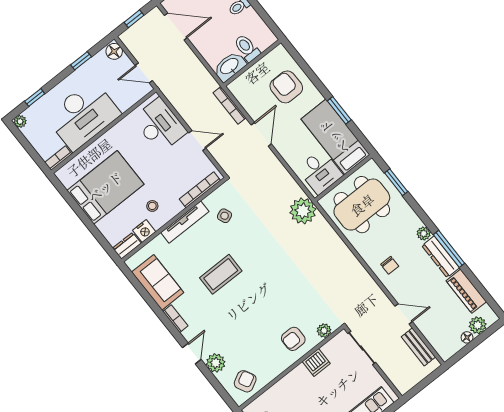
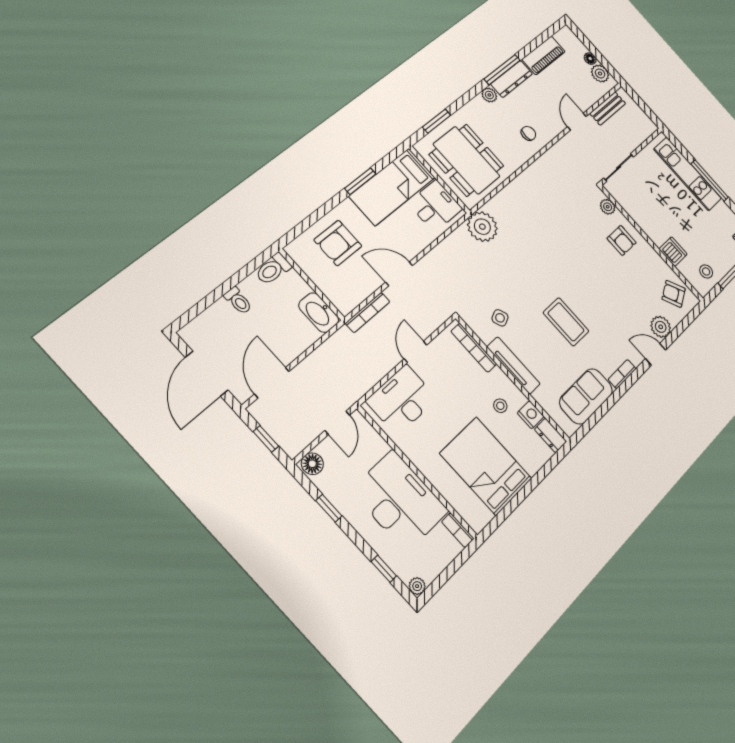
toilet: (247, 48) -> (273, 269), moved
plant: (478, 325) -> (600, 74), moved
dishwasher: (316, 363) -> (673, 252), moved

